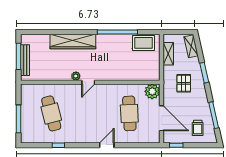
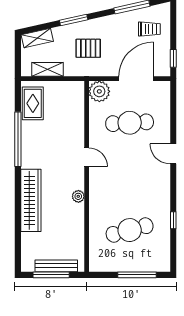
door: (88, 82) -> (87, 157), moved

